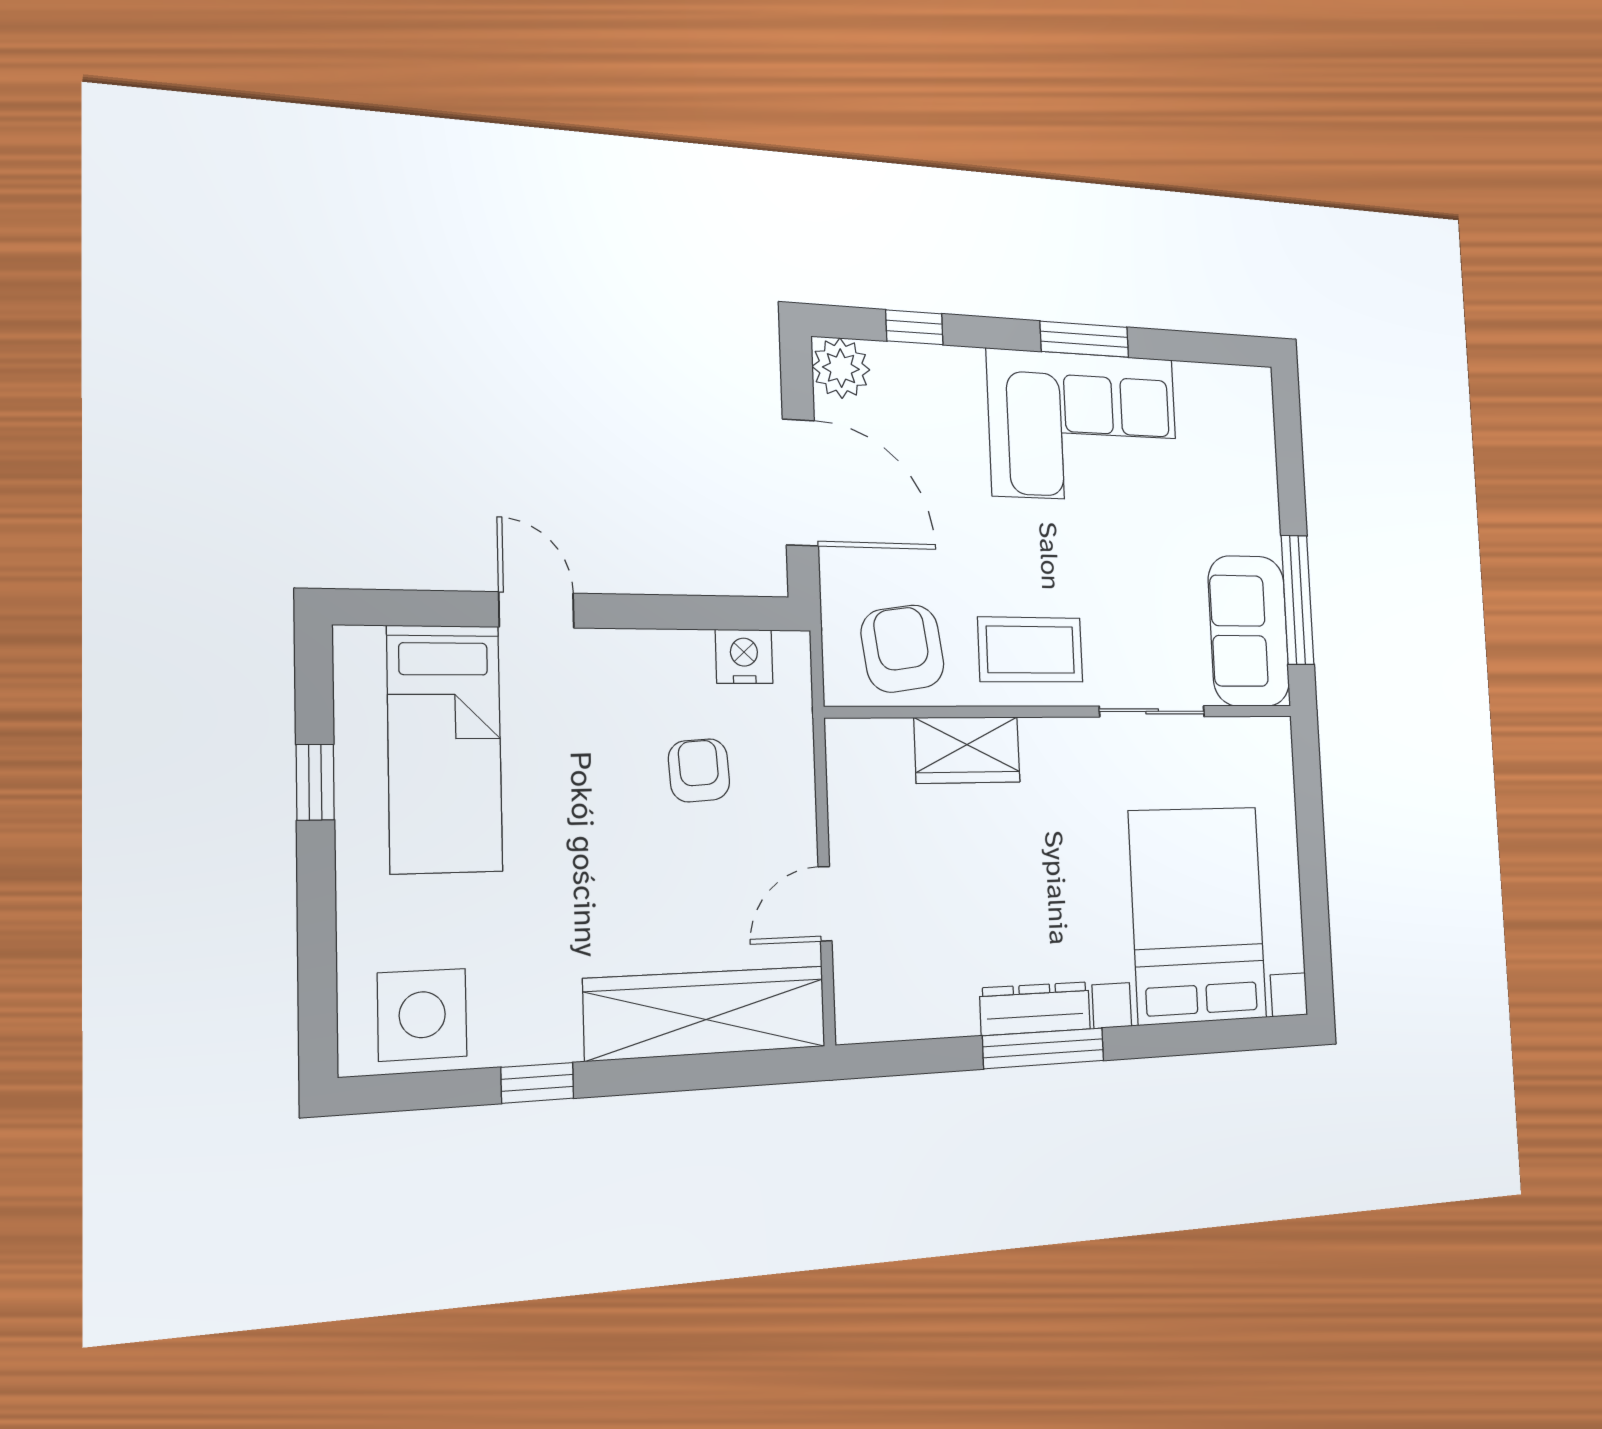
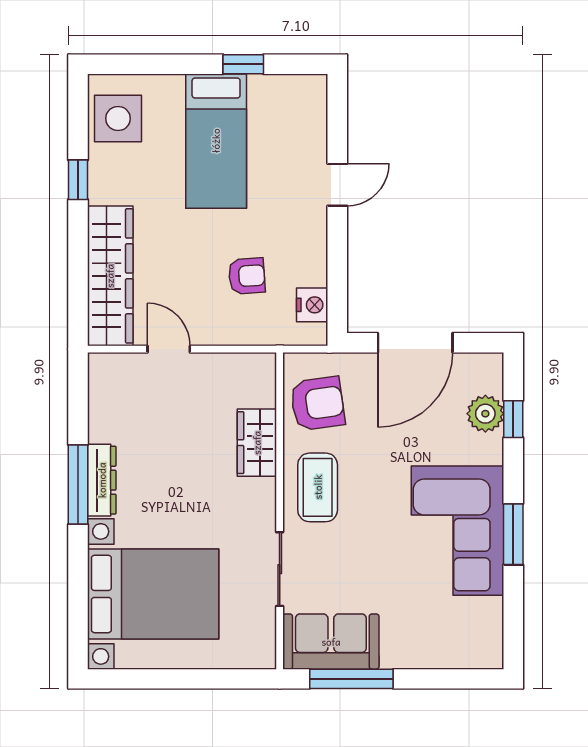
plant: (841, 368) -> (485, 414), moved
bed: (445, 749) -> (216, 141), moved, turned -90

